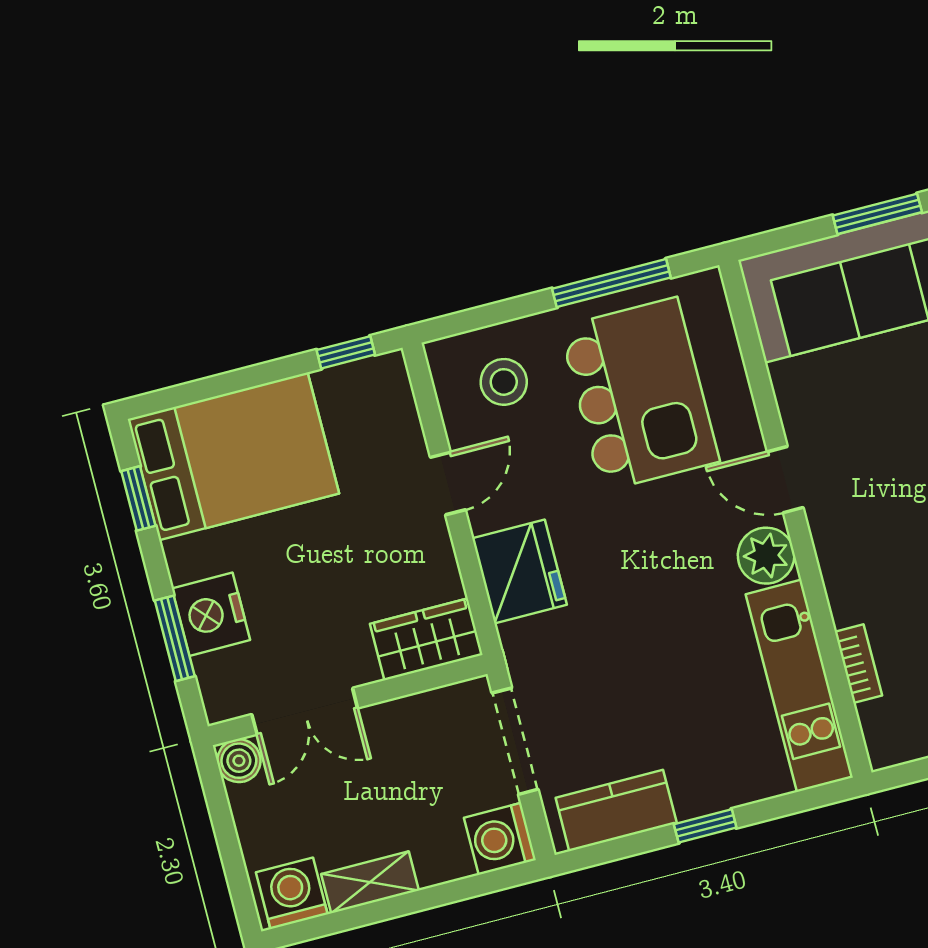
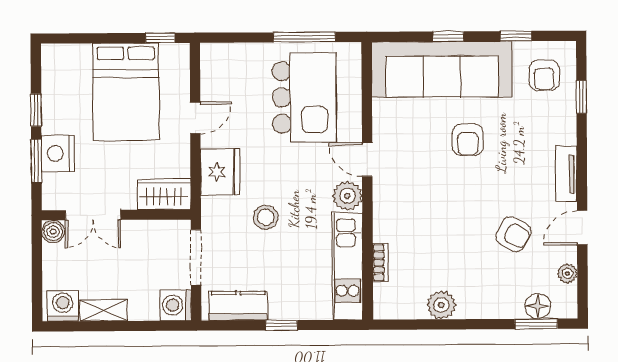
window: (877, 214) -> (448, 36), width x0.67
stool: (504, 382) -> (266, 217), moved
bed: (233, 456) -> (126, 92), moved, turned 90
window: (138, 498) -> (36, 110), moved

